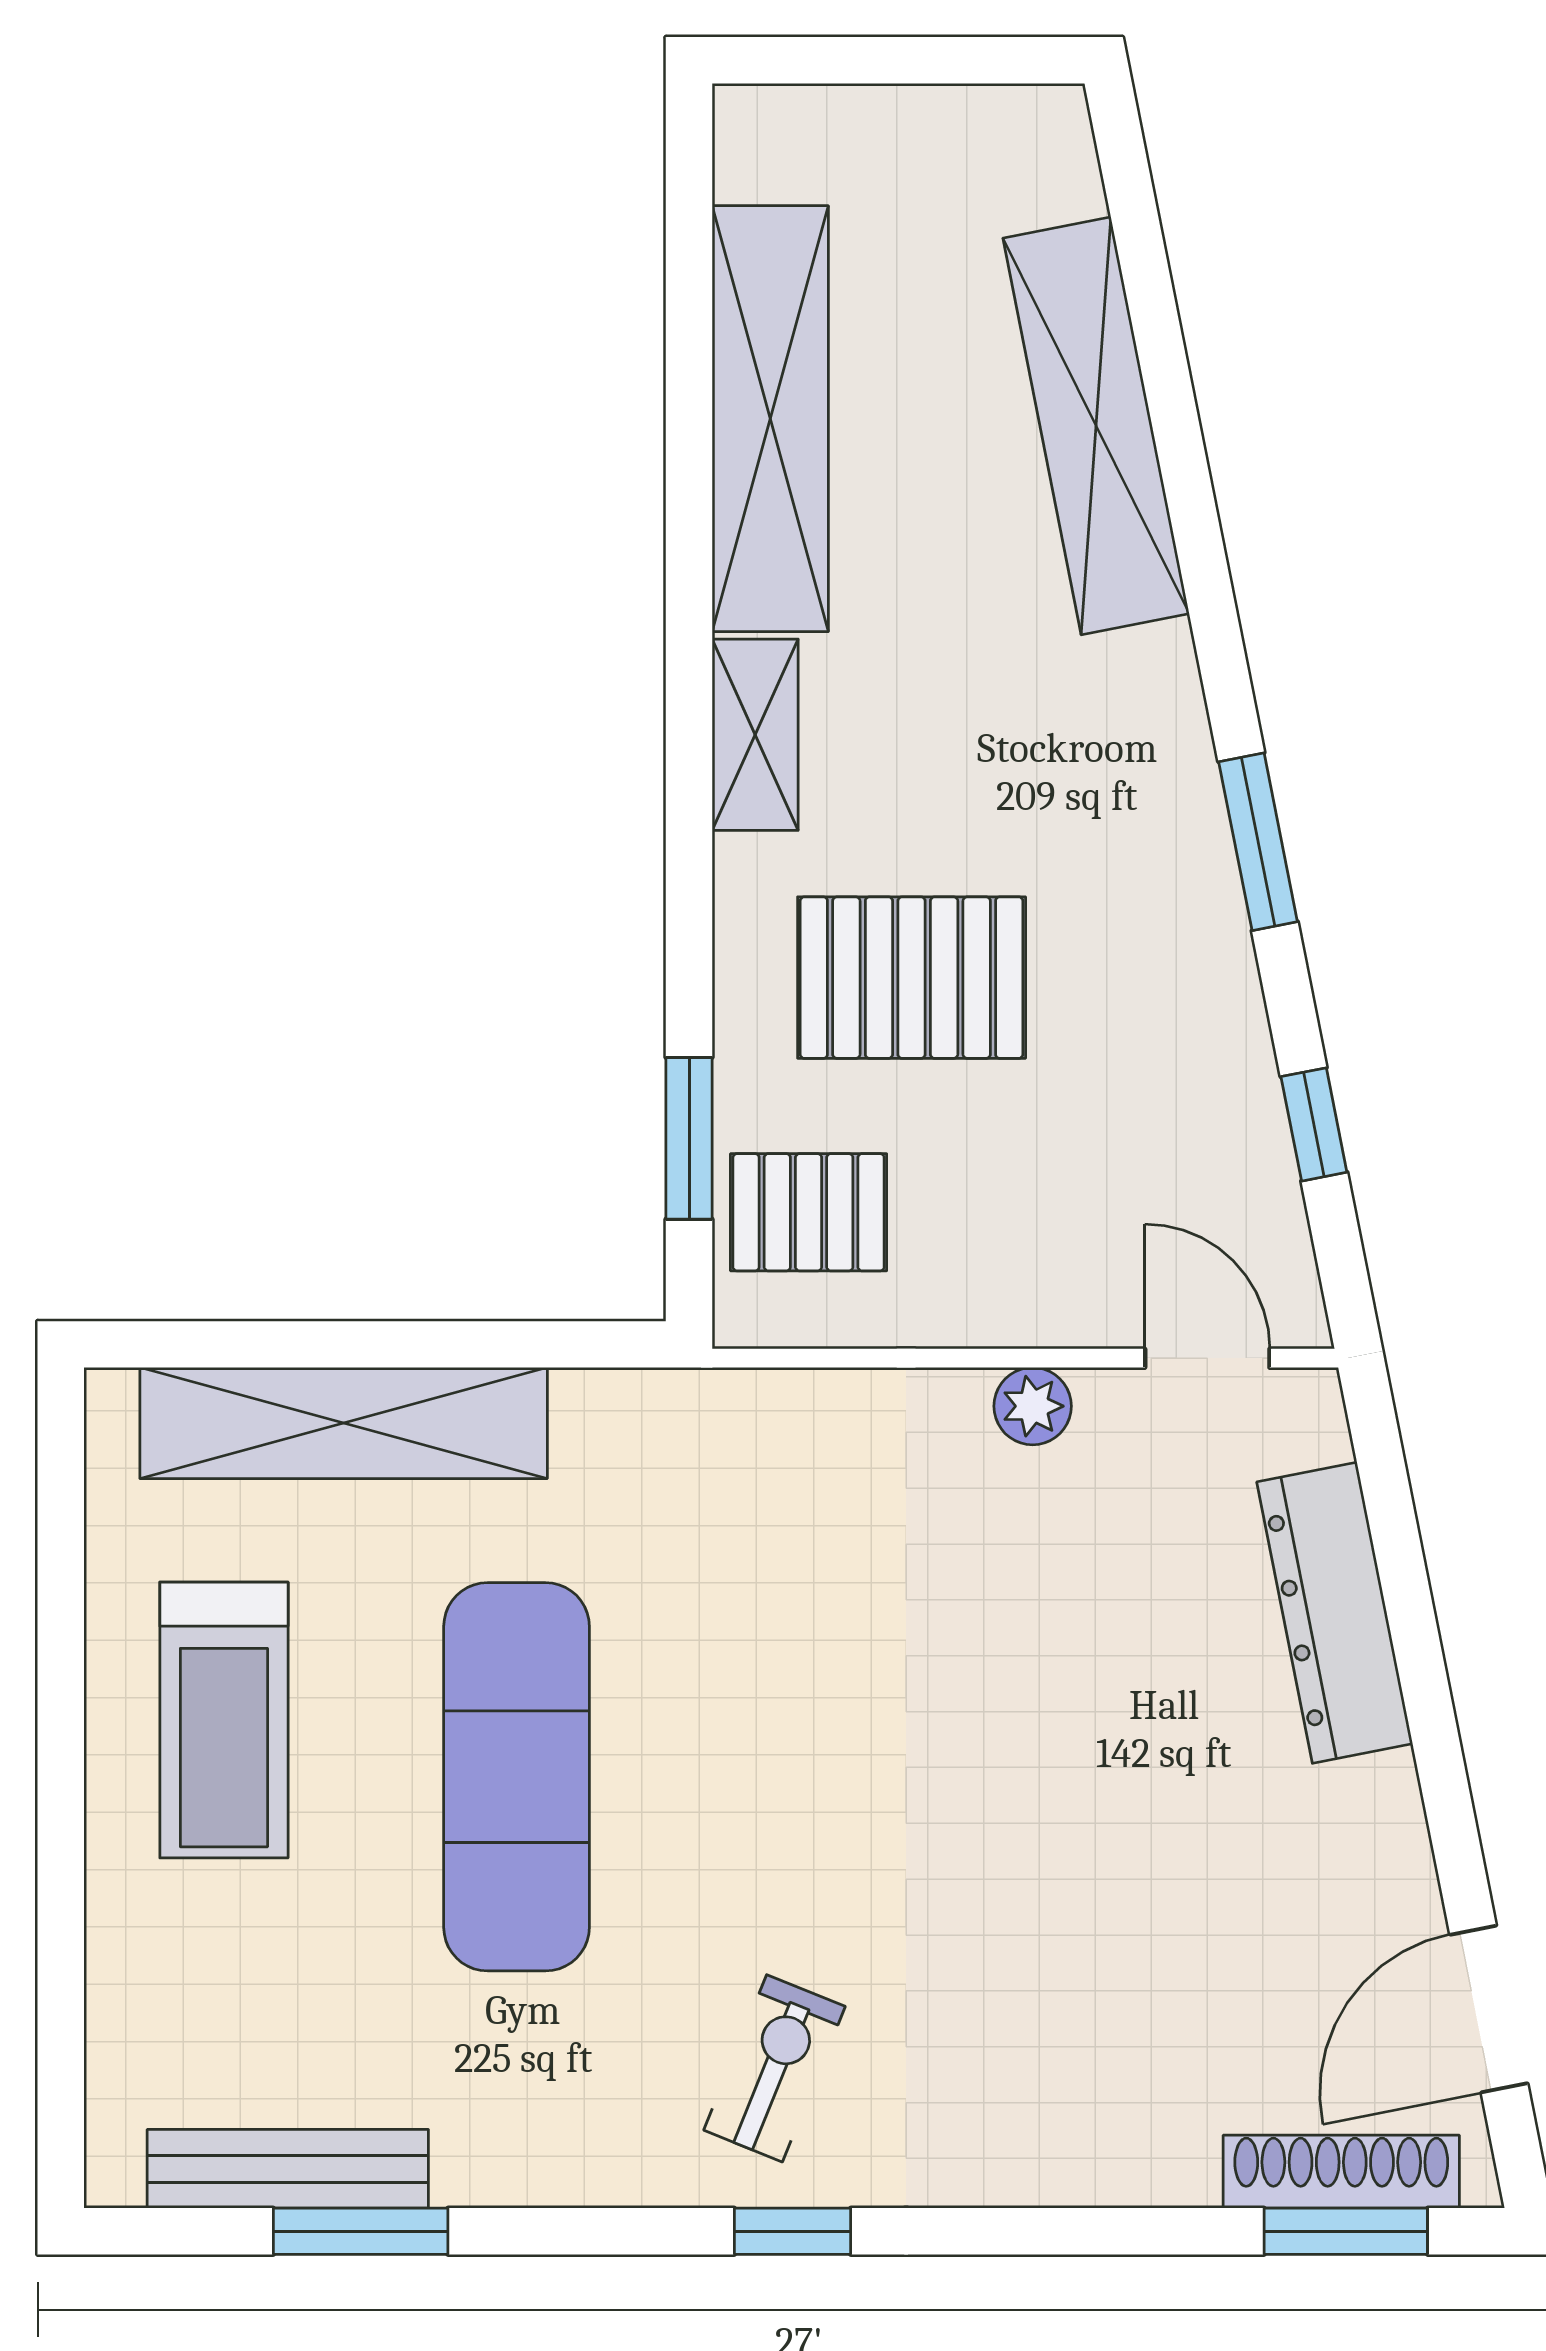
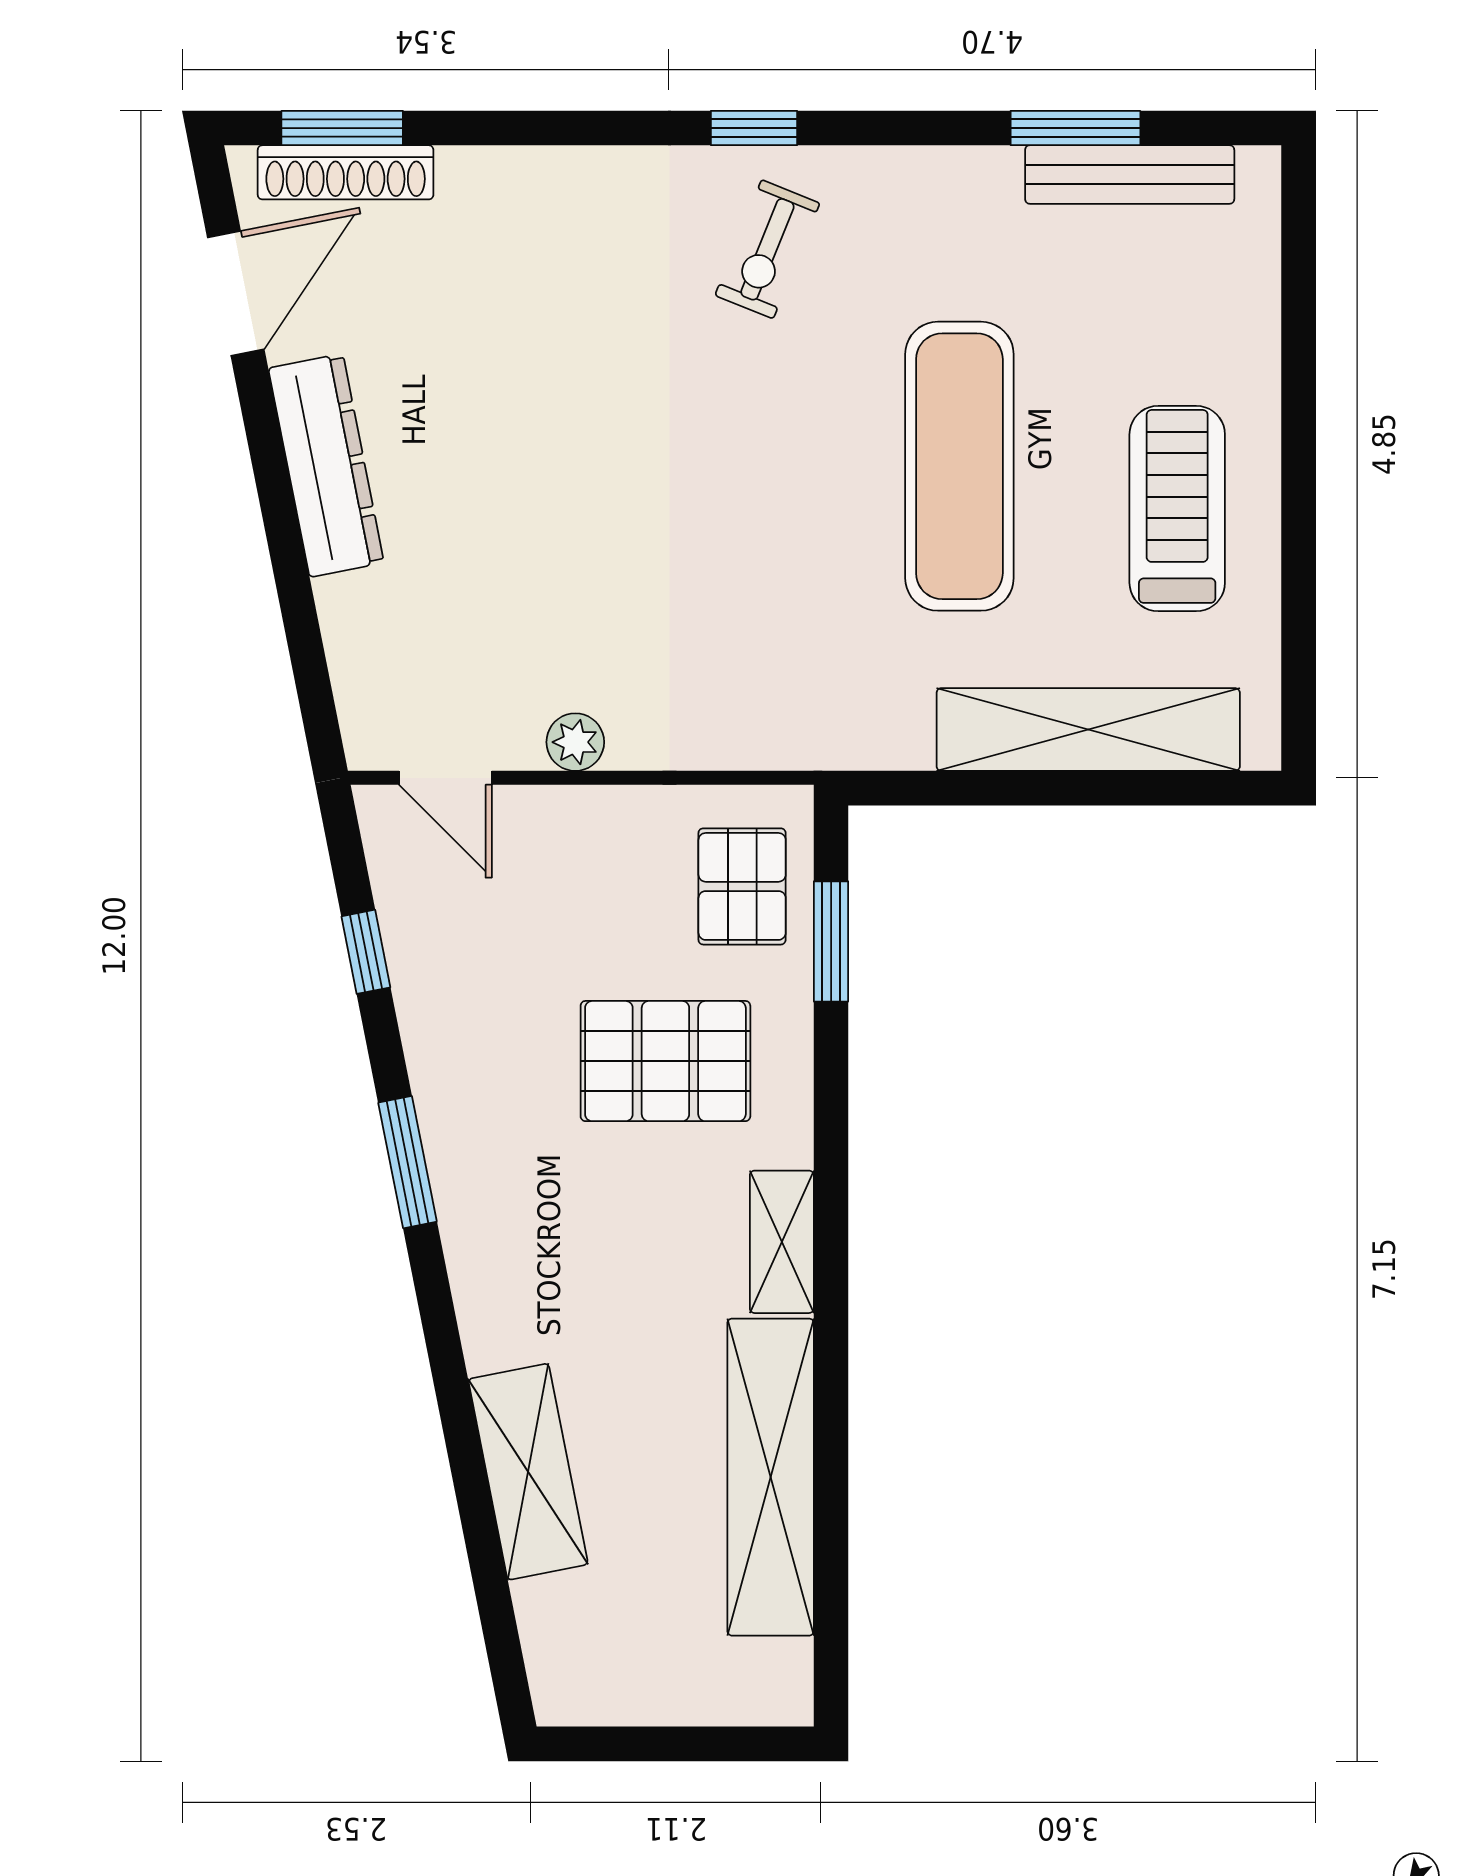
shelving: (1096, 426) -> (528, 1472), width x0.68
pallet: (809, 1212) -> (742, 886), turned 90
dresser: (1335, 1613) -> (326, 465), moved

